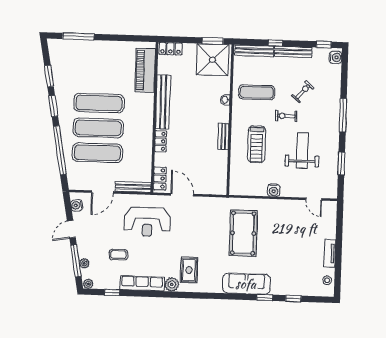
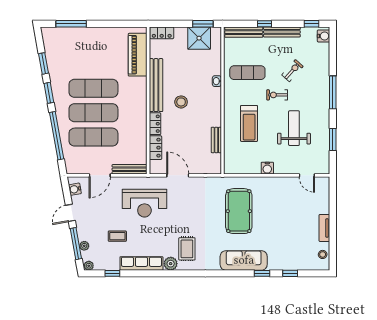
shower: (212, 60) -> (199, 38), width x0.73, depth x0.73
stool: (188, 120) -> (181, 102), added
bench: (223, 137) -> (216, 140), moved
locker: (160, 178) -> (155, 148), moved

